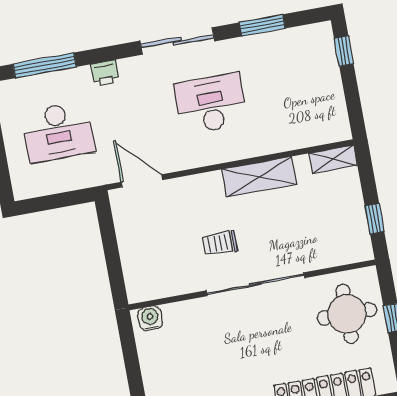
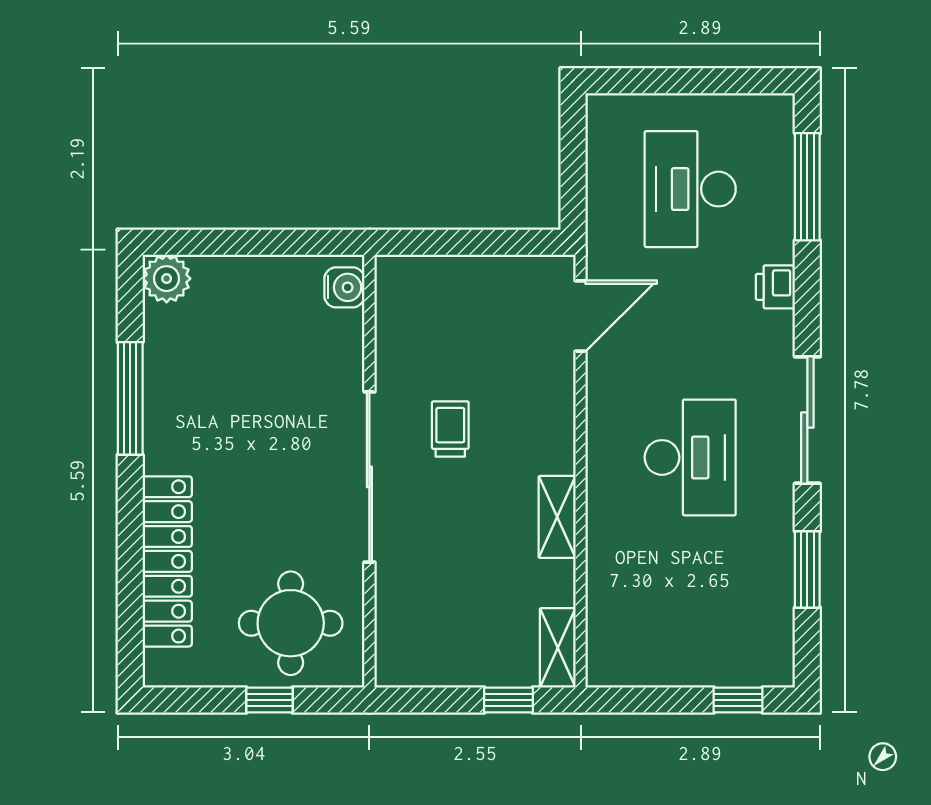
shelving: (259, 177) -> (557, 517), width x0.67, depth x0.75
window: (375, 219) -> (508, 700), moved

